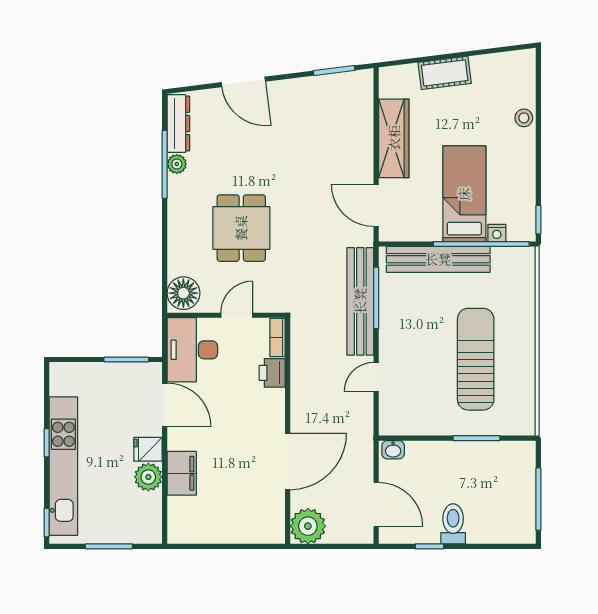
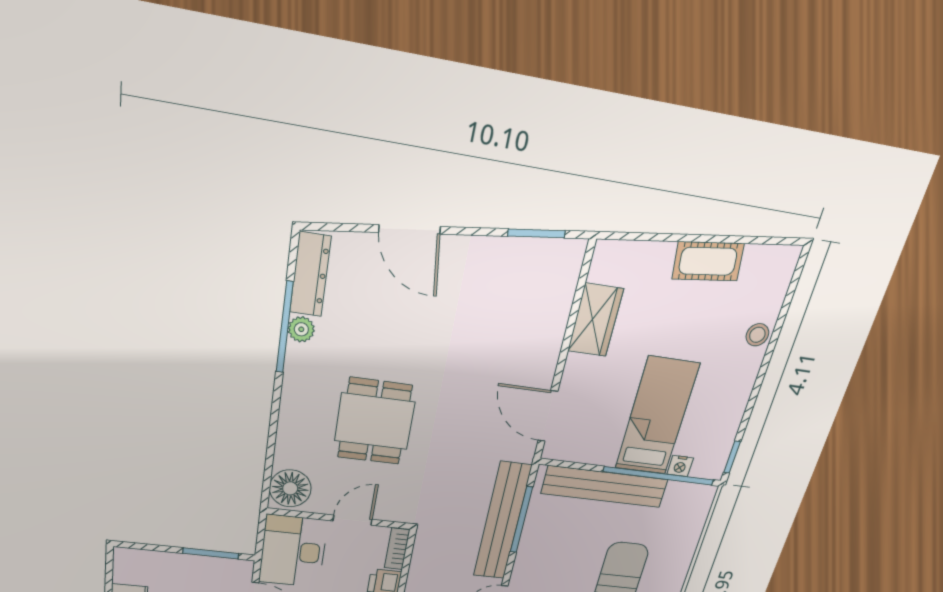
cot: (445, 73) -> (708, 261), moved
wardrobe: (394, 138) -> (595, 320), width x0.67

